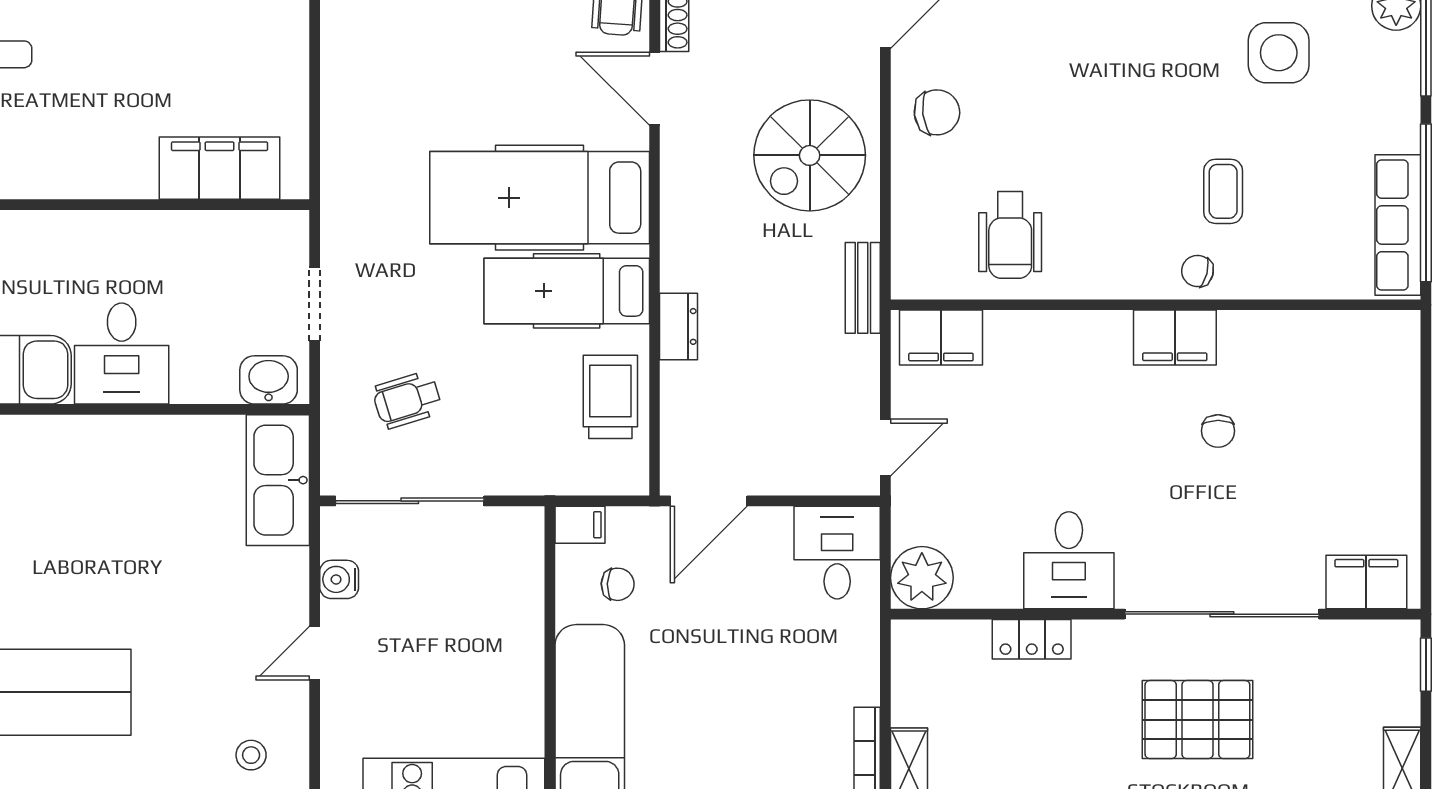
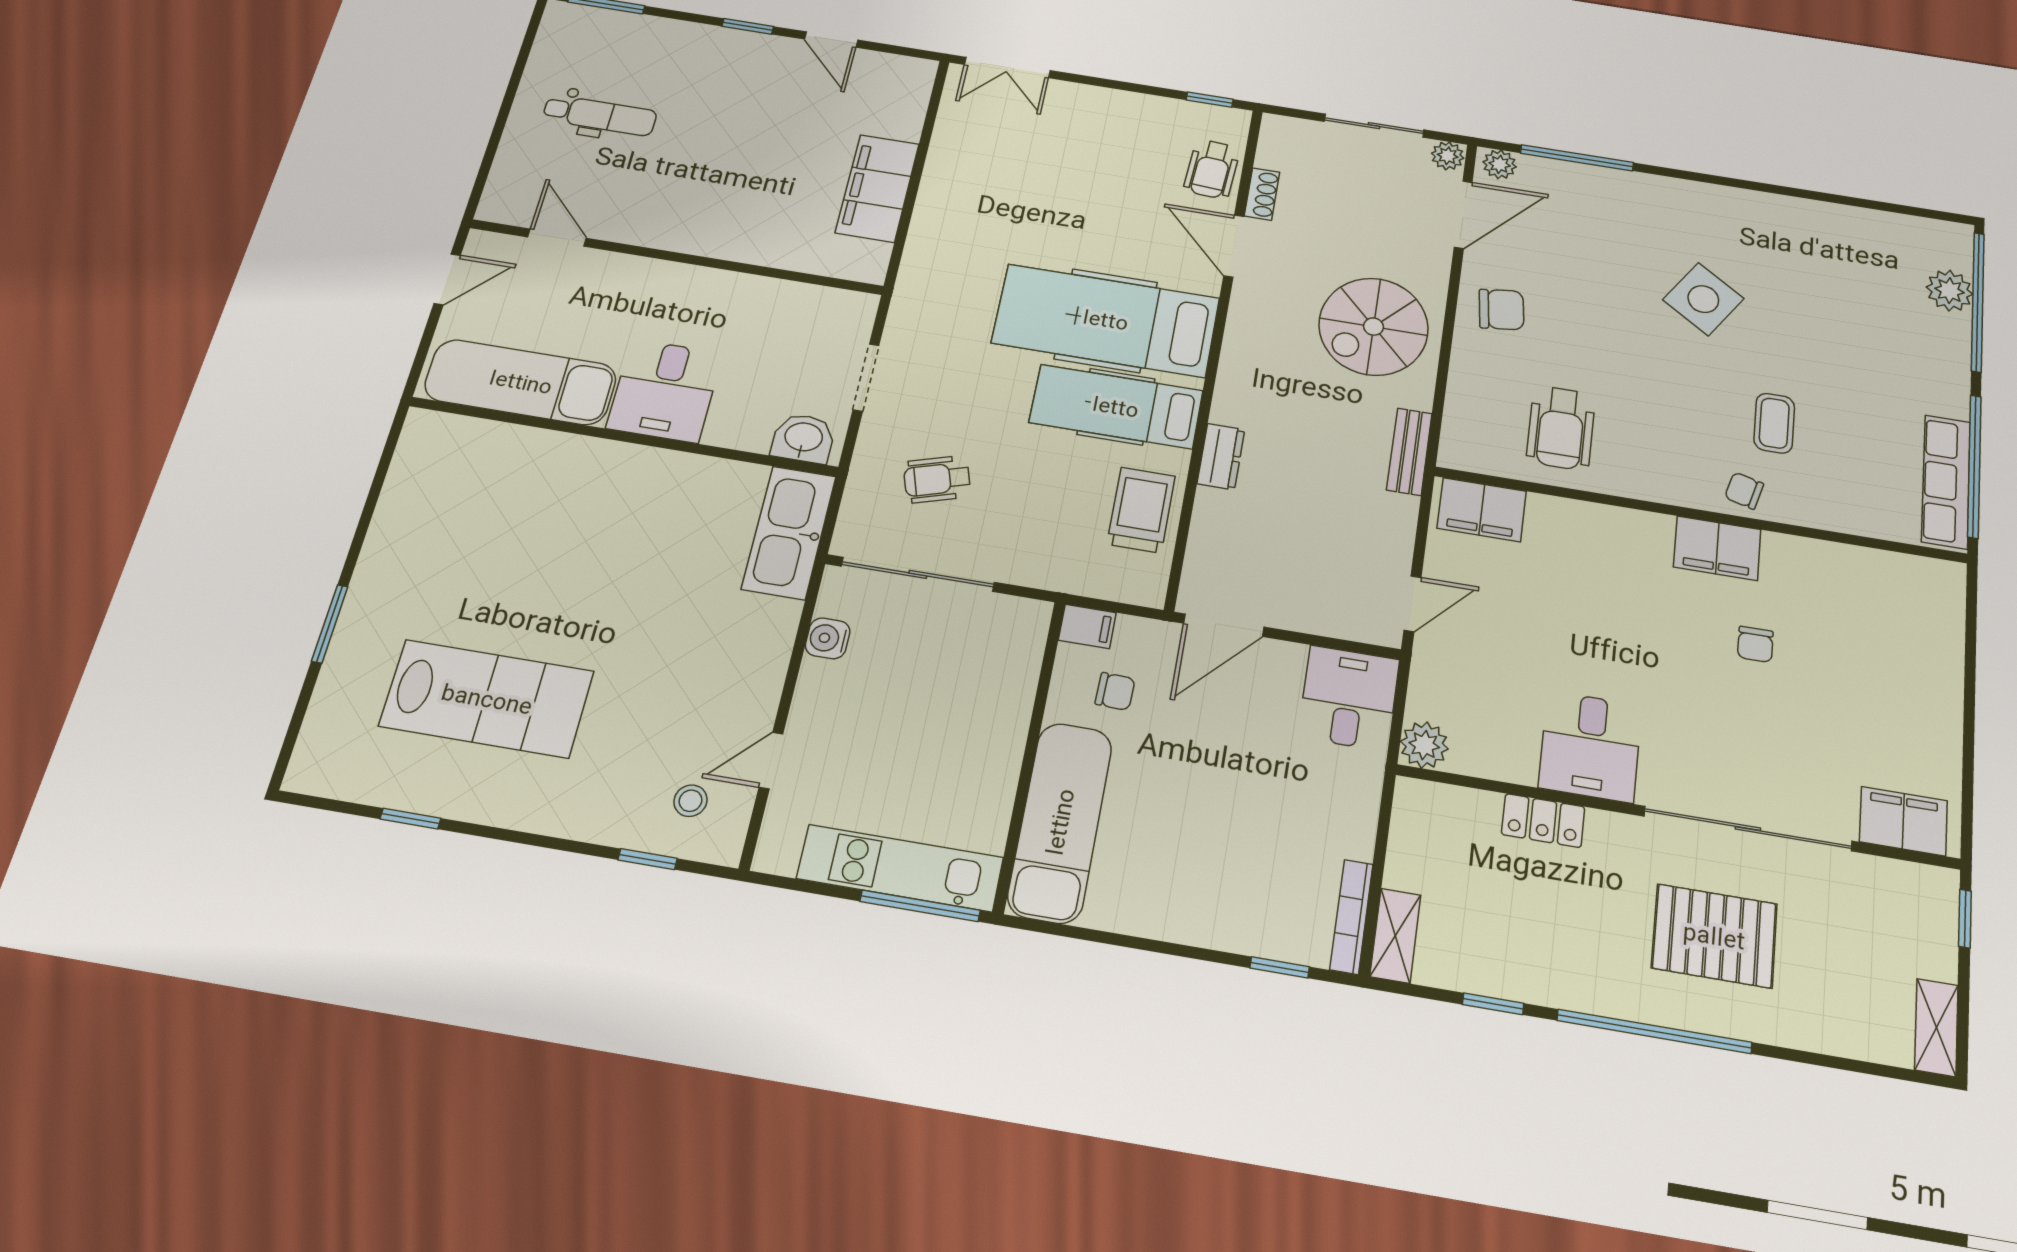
side table: (1279, 53) -> (1703, 299), moved, turned 34
filing cabinet: (220, 168) -> (877, 188), moved, turned -90
plant: (922, 578) -> (1424, 745), width x0.73, depth x0.73
door: (315, 653) -> (771, 761), moved

